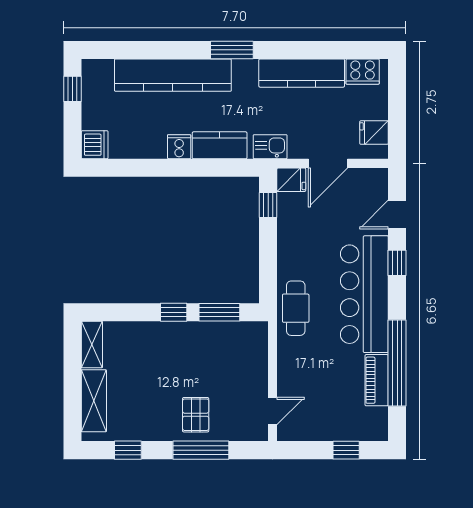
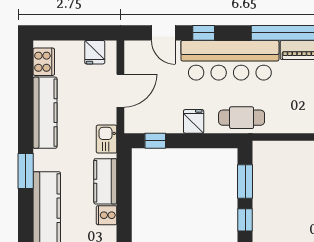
door: (328, 163) -> (120, 91), hinge flipped
fridge: (291, 180) -> (194, 121), moved

